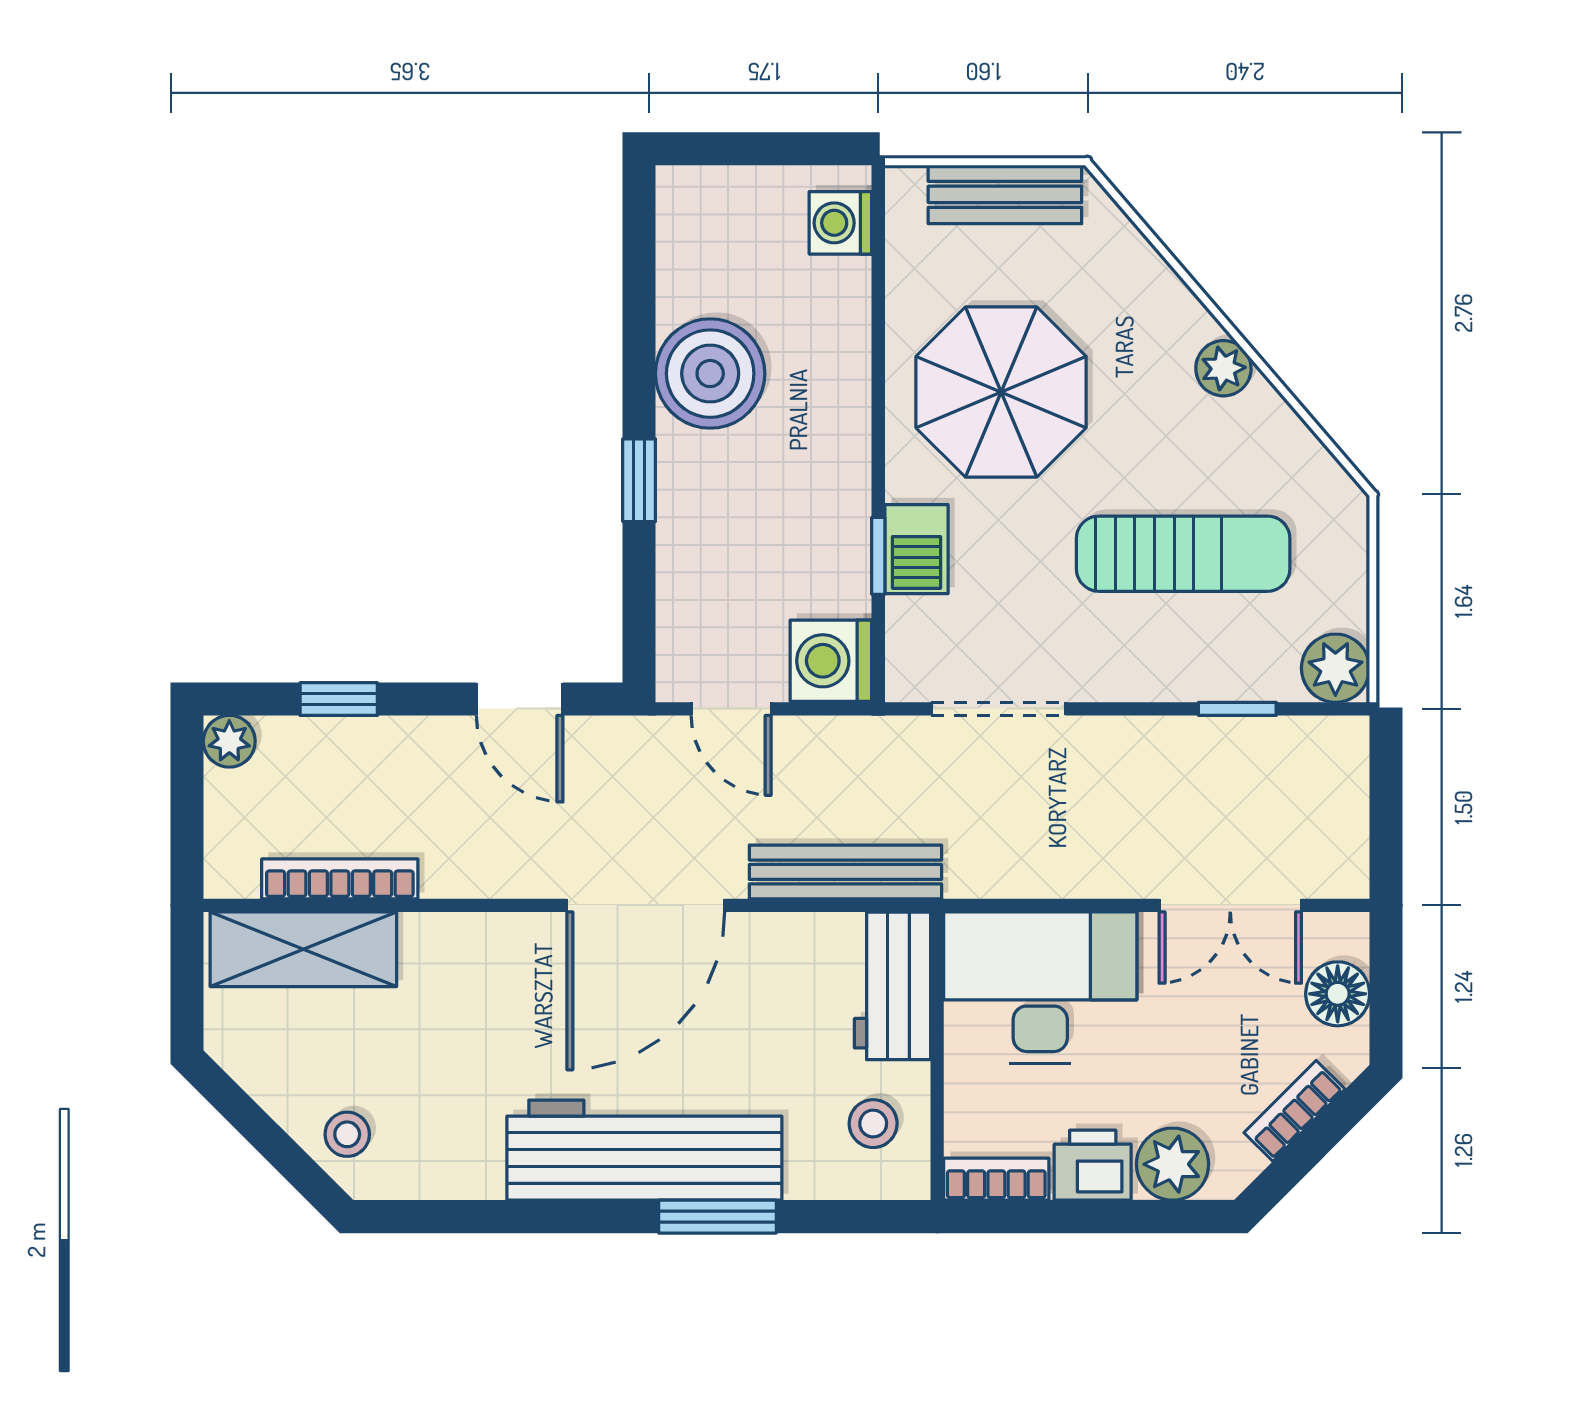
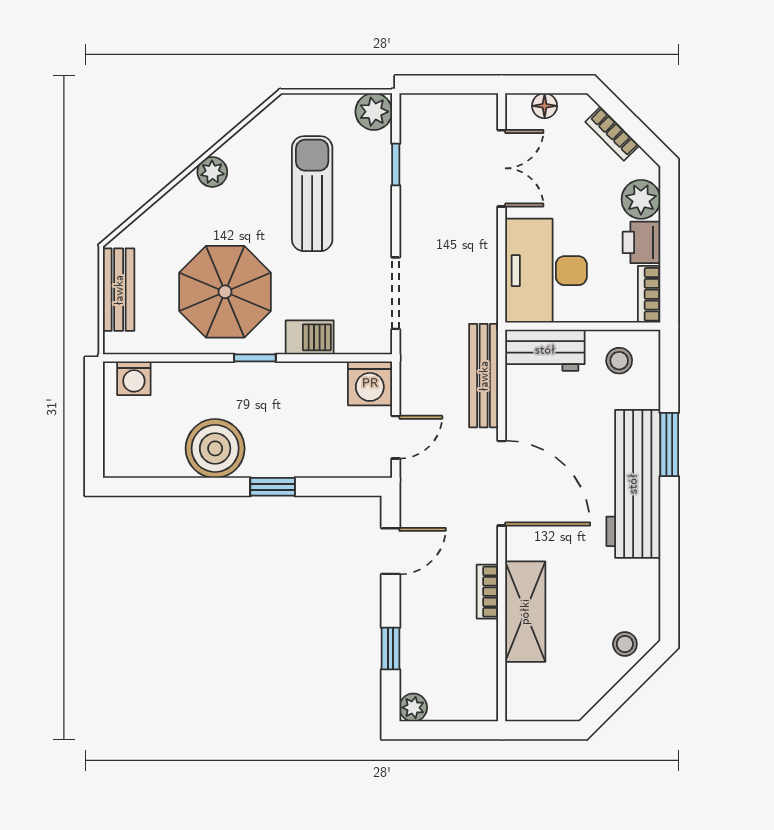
window: (878, 556) -> (255, 358), moved
bookcase: (340, 879) -> (487, 592), moved, width x0.64
shelving: (303, 949) -> (525, 612), moved
floor lamp: (1338, 994) -> (545, 106), width x0.73, depth x0.73

